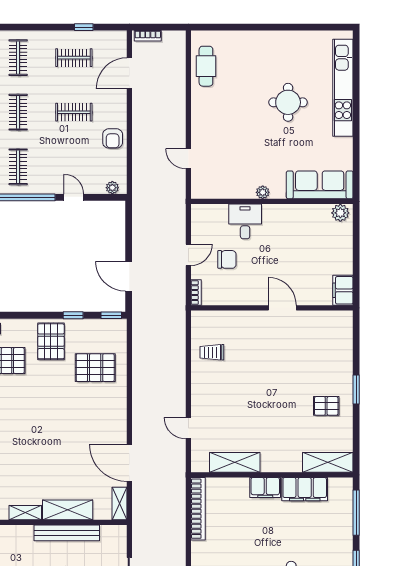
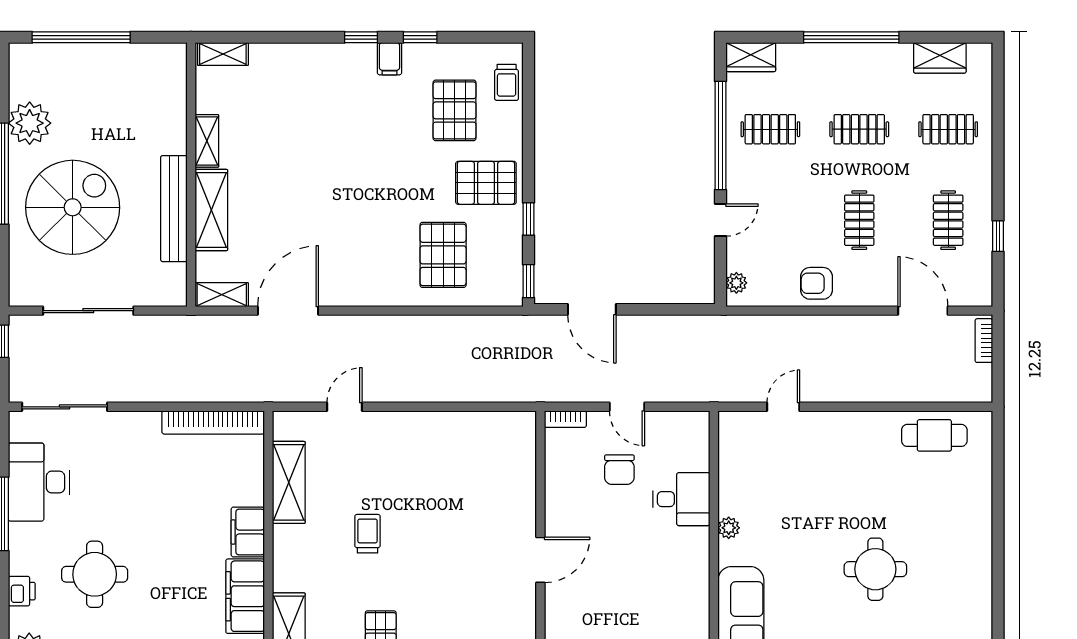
door: (129, 276) -> (592, 309), swing flipped
trolley: (212, 352) -> (368, 534), moved

